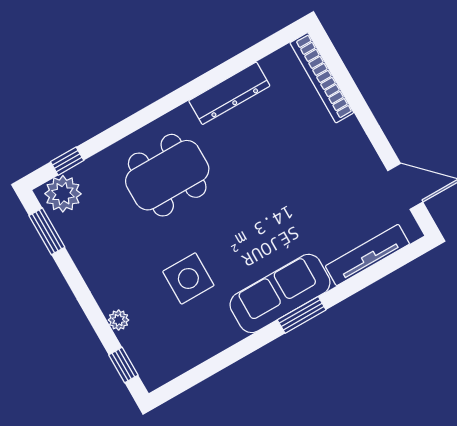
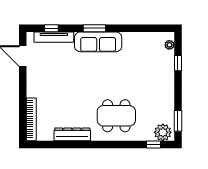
window: (382, 269) -> (51, 28), added
side table: (188, 278) -> (132, 69), removed
plant: (119, 320) -> (169, 45), moved
window: (123, 365) -> (178, 63), moved

